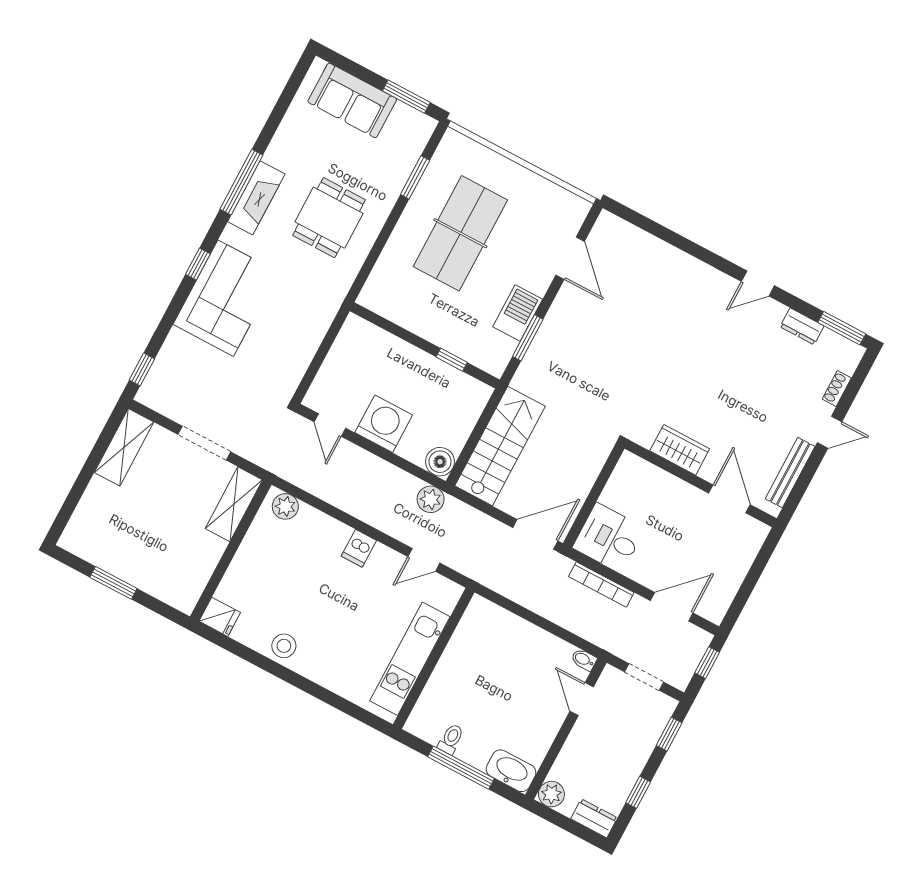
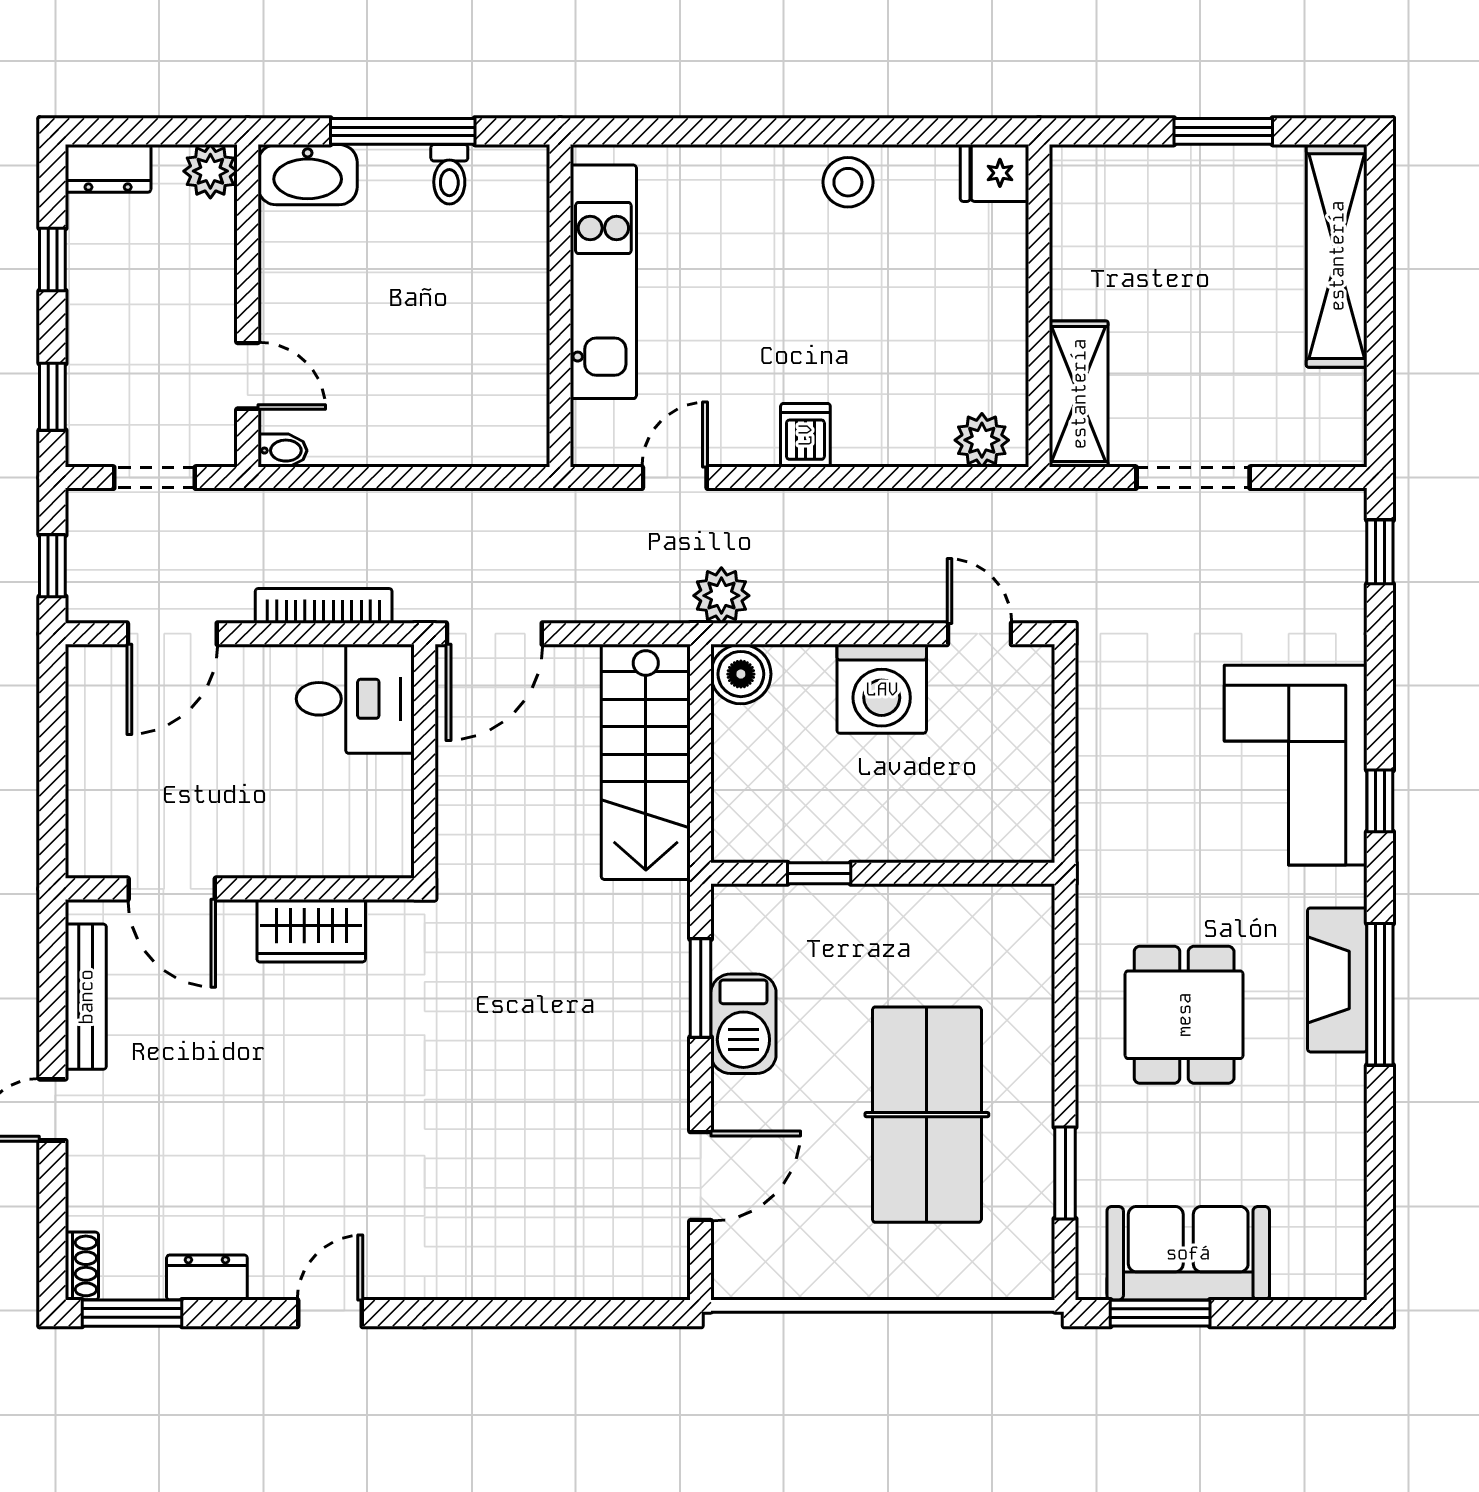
sofa: (352, 100) -> (1188, 1253), moved
door: (570, 258) -> (701, 1176), swing flipped
shoe rack: (837, 389) -> (82, 1266), moved
shelving: (124, 447) -> (1337, 256), moved, width x1.47

